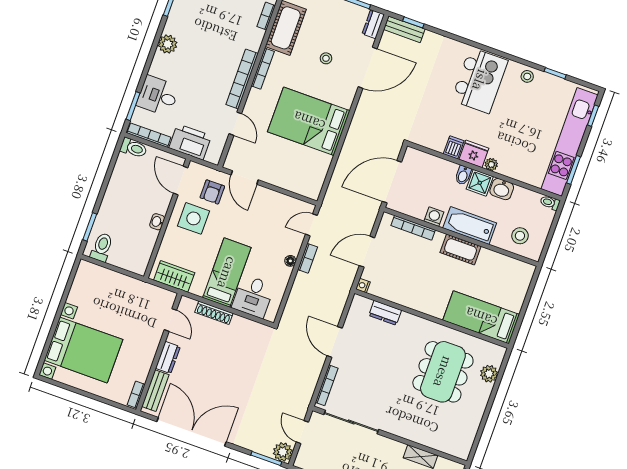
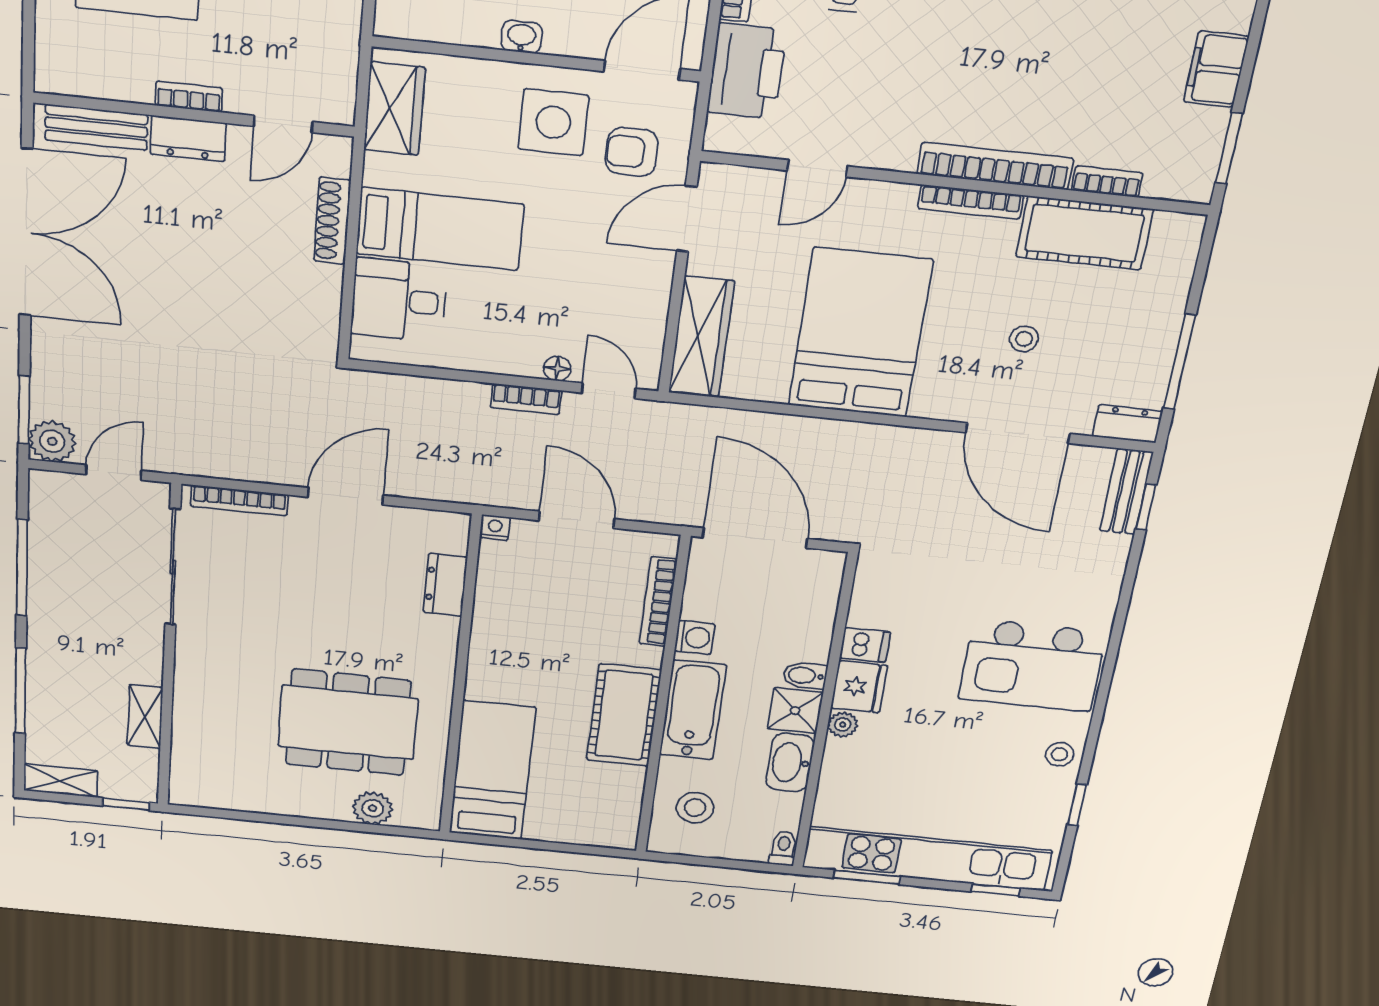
bookcase: (242, 79) -> (995, 166), moved
wardrobe: (296, 183) -> (701, 337), added
washbasin: (502, 189) -> (790, 762), width x1.38
cot: (461, 249) -> (624, 715), width x1.37, depth x1.34
floor lamp: (290, 261) -> (557, 369), moved
bookcase: (136, 395) -> (189, 97), moved

